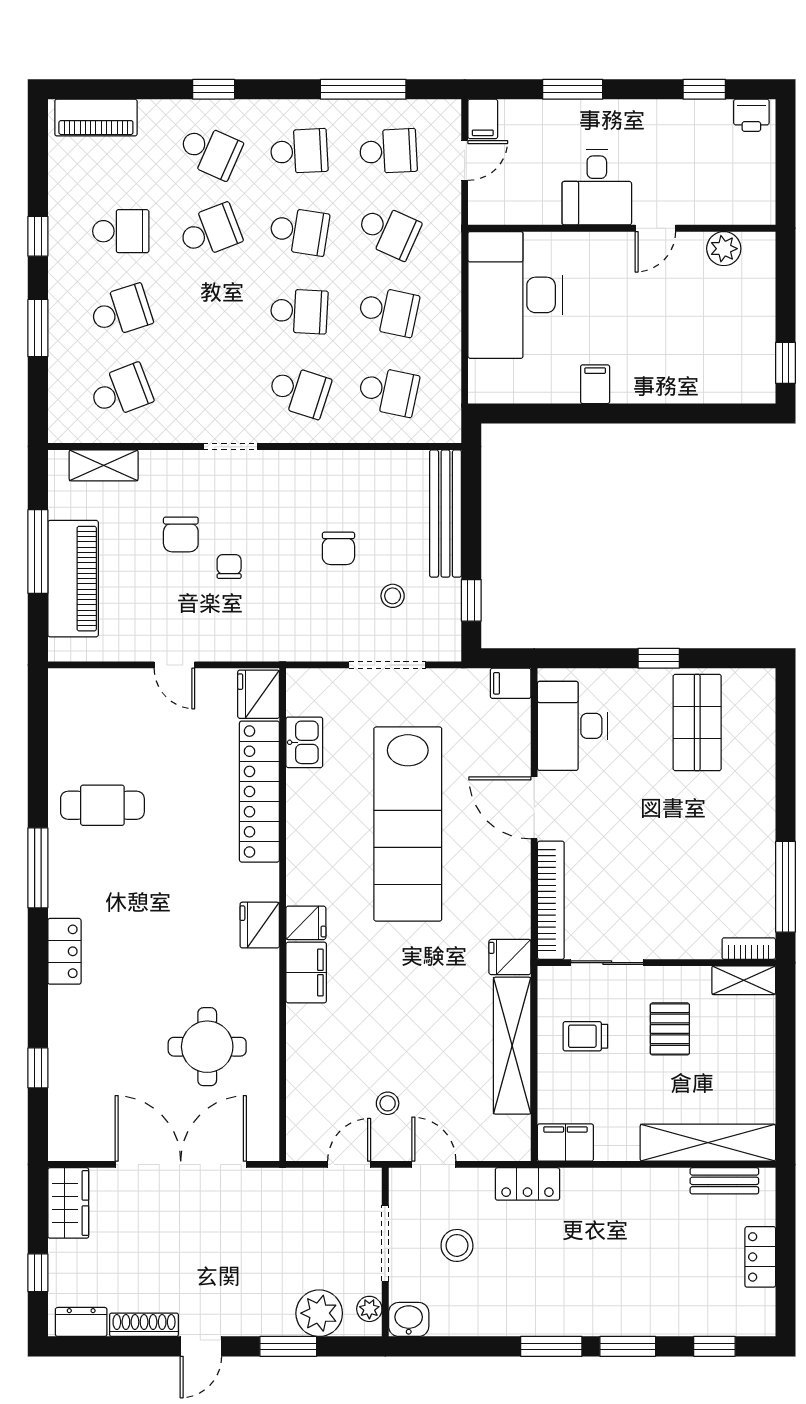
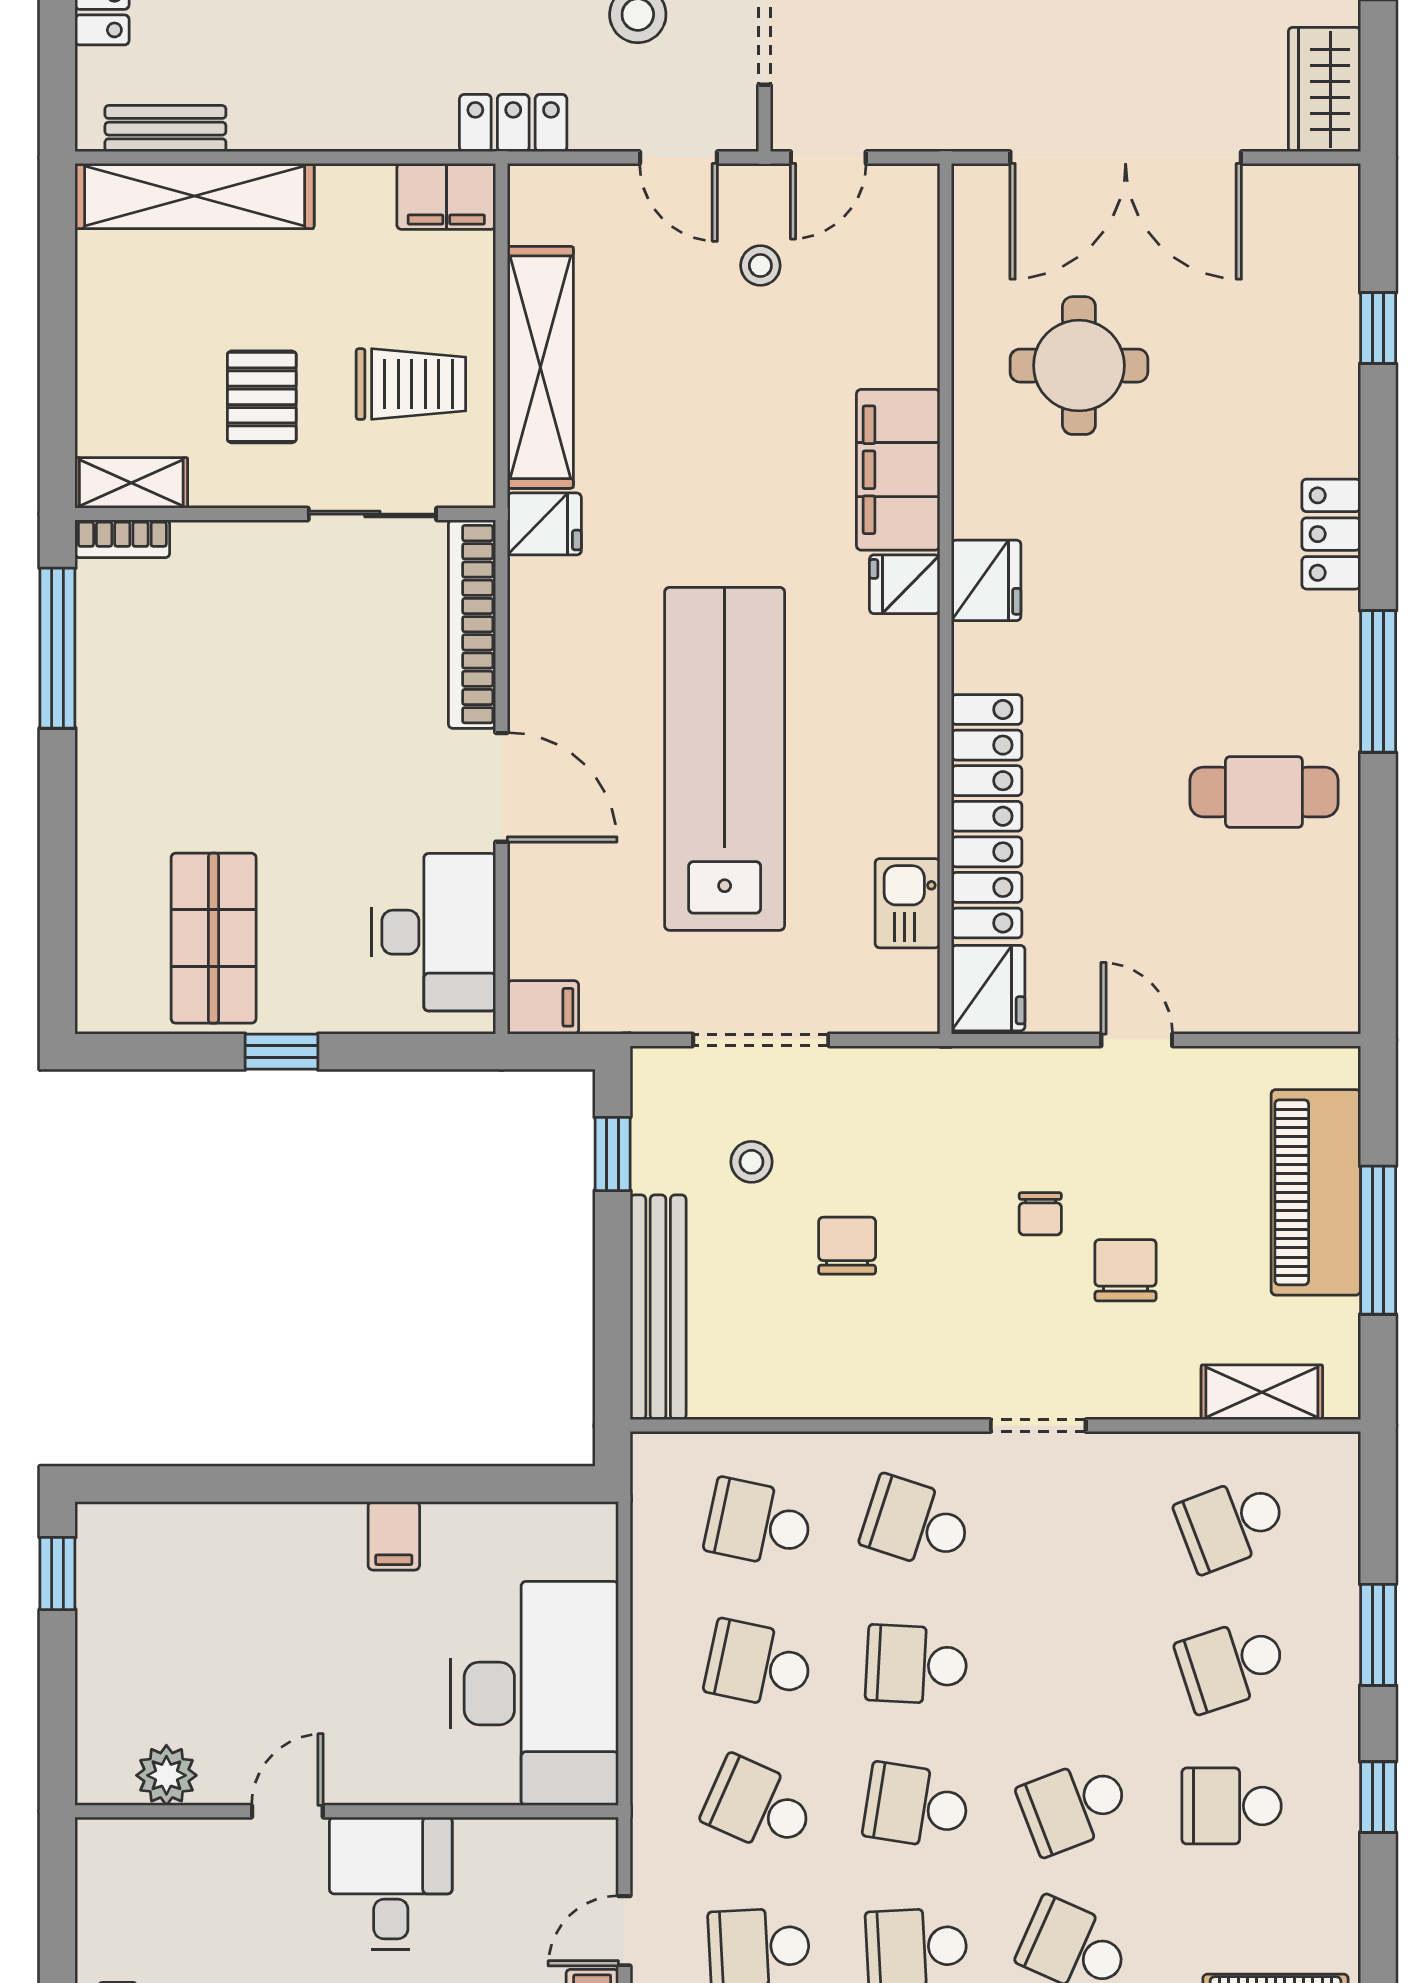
filing cabinet: (306, 973) -> (898, 470), width x1.50, depth x1.17
trolley: (585, 1036) -> (411, 384), width x1.36, depth x1.39

